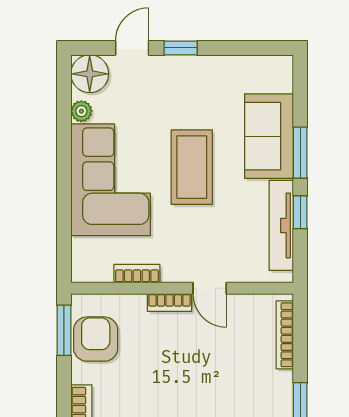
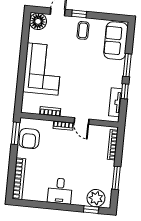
plant: (81, 111) -> (33, 37), removed
sofa: (269, 136) -> (116, 41), moved
coffee table: (192, 167) -> (83, 30), moved, width x0.54, depth x0.58
tv unit: (281, 225) -> (115, 102), width x0.71
armchair: (96, 339) -> (29, 139), turned 180

